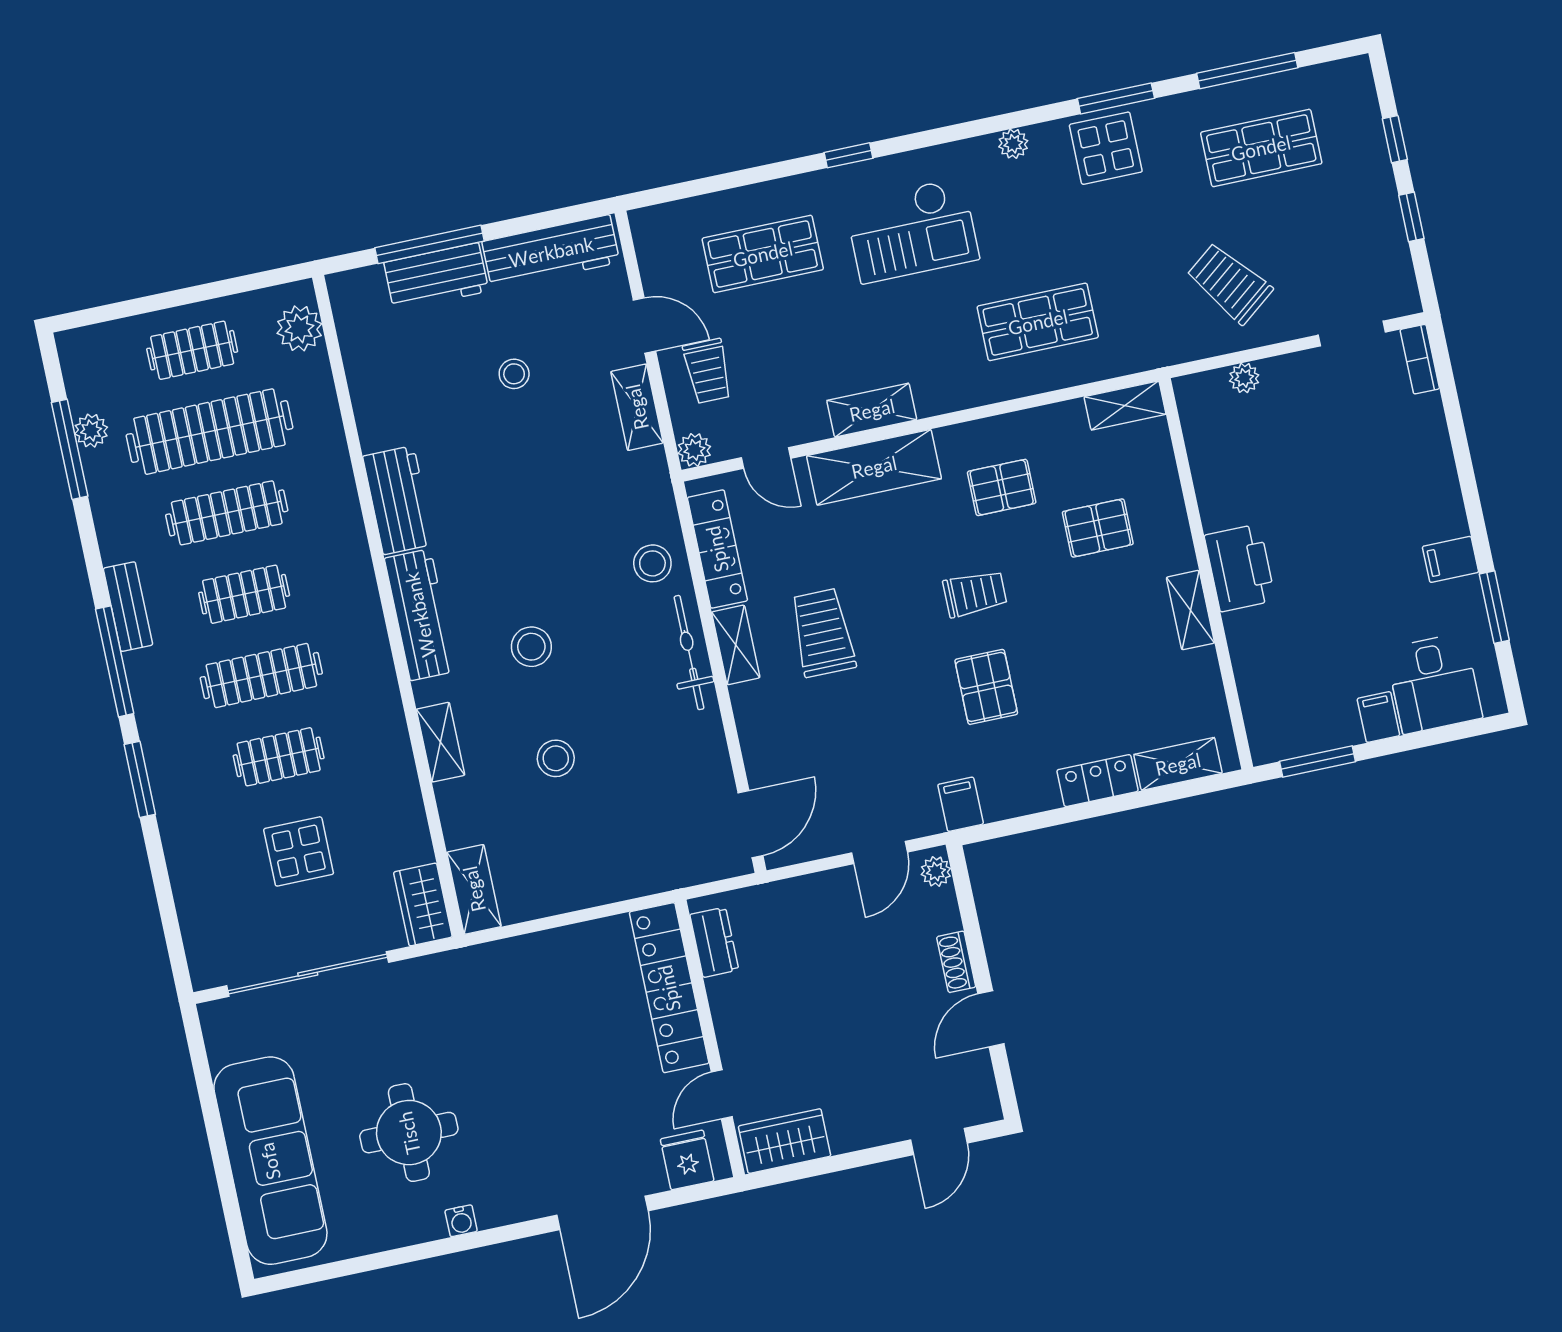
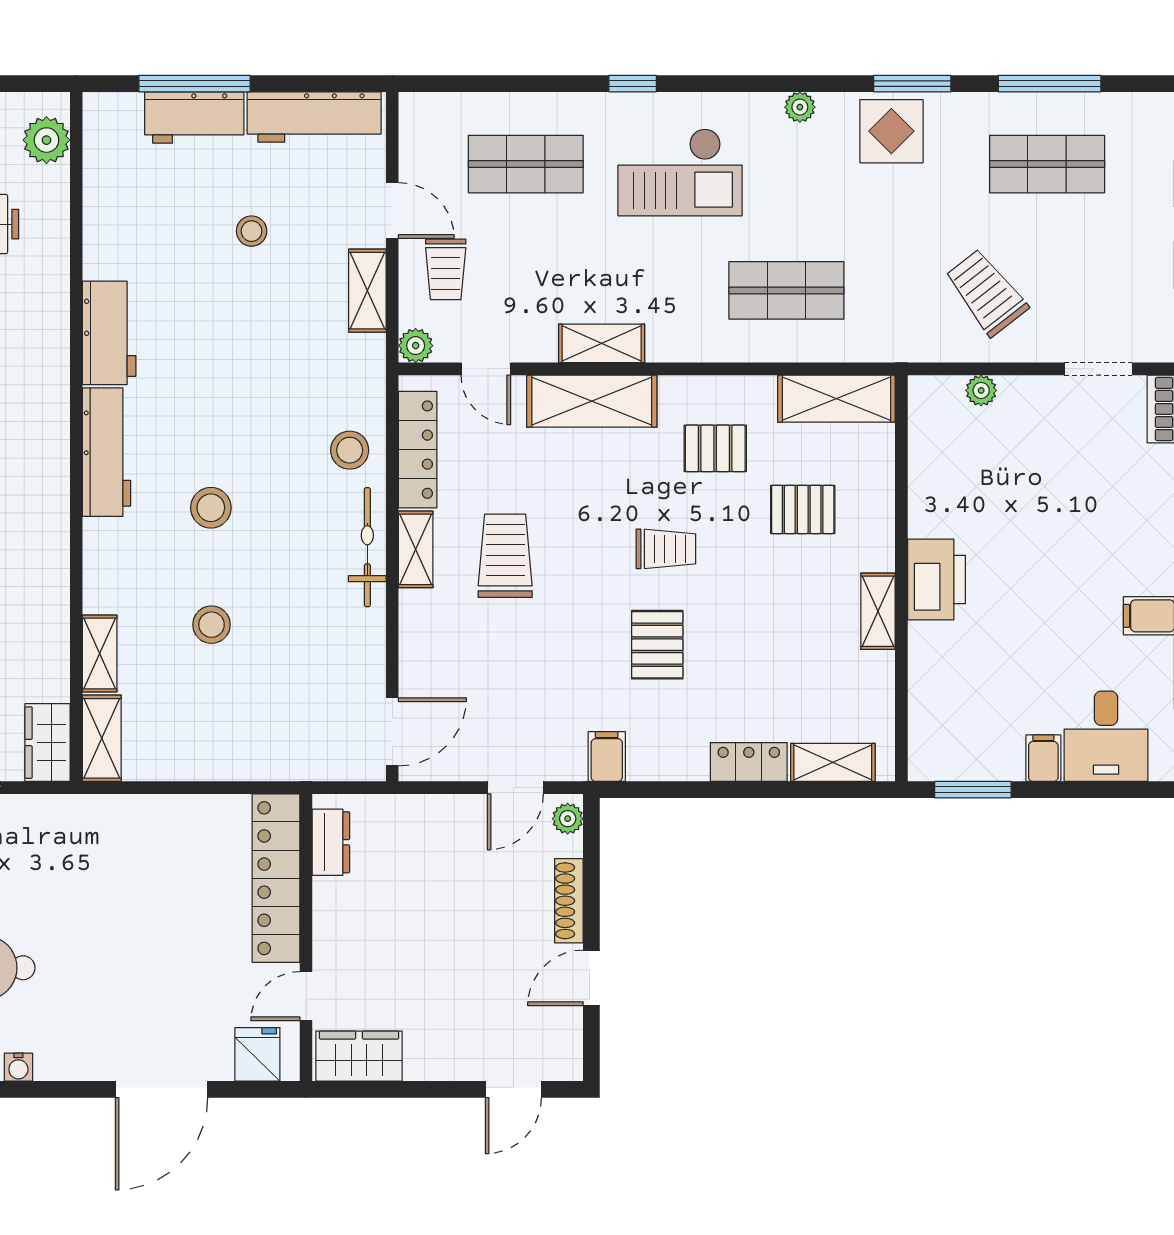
shelving: (1125, 405) -> (836, 399), width x1.50, depth x1.33
shelving: (440, 742) -> (100, 653), moved
shoe rack: (956, 962) -> (569, 901), width x1.43

